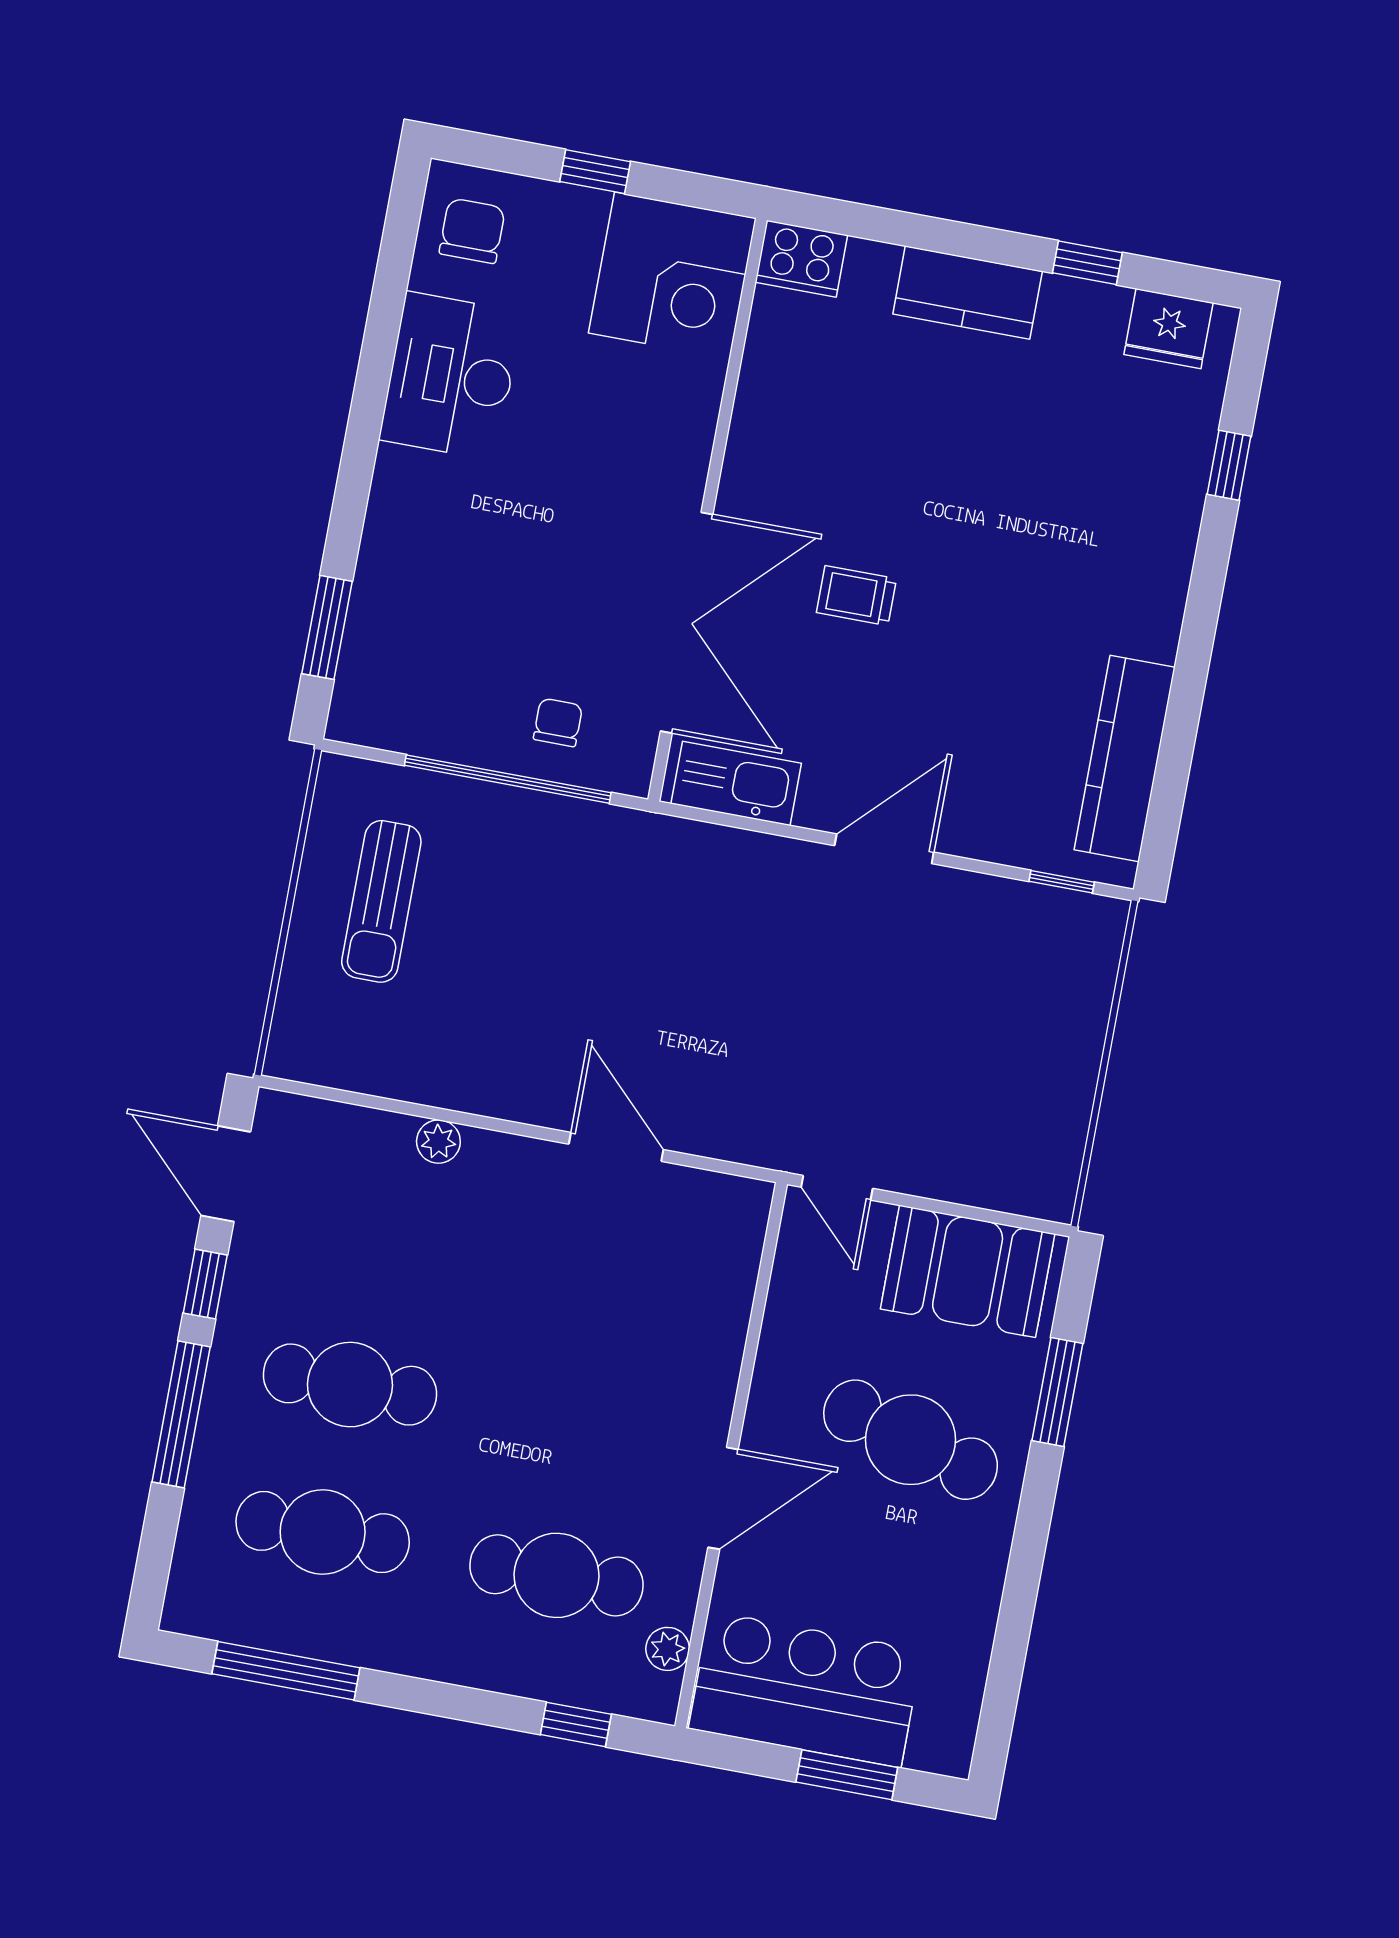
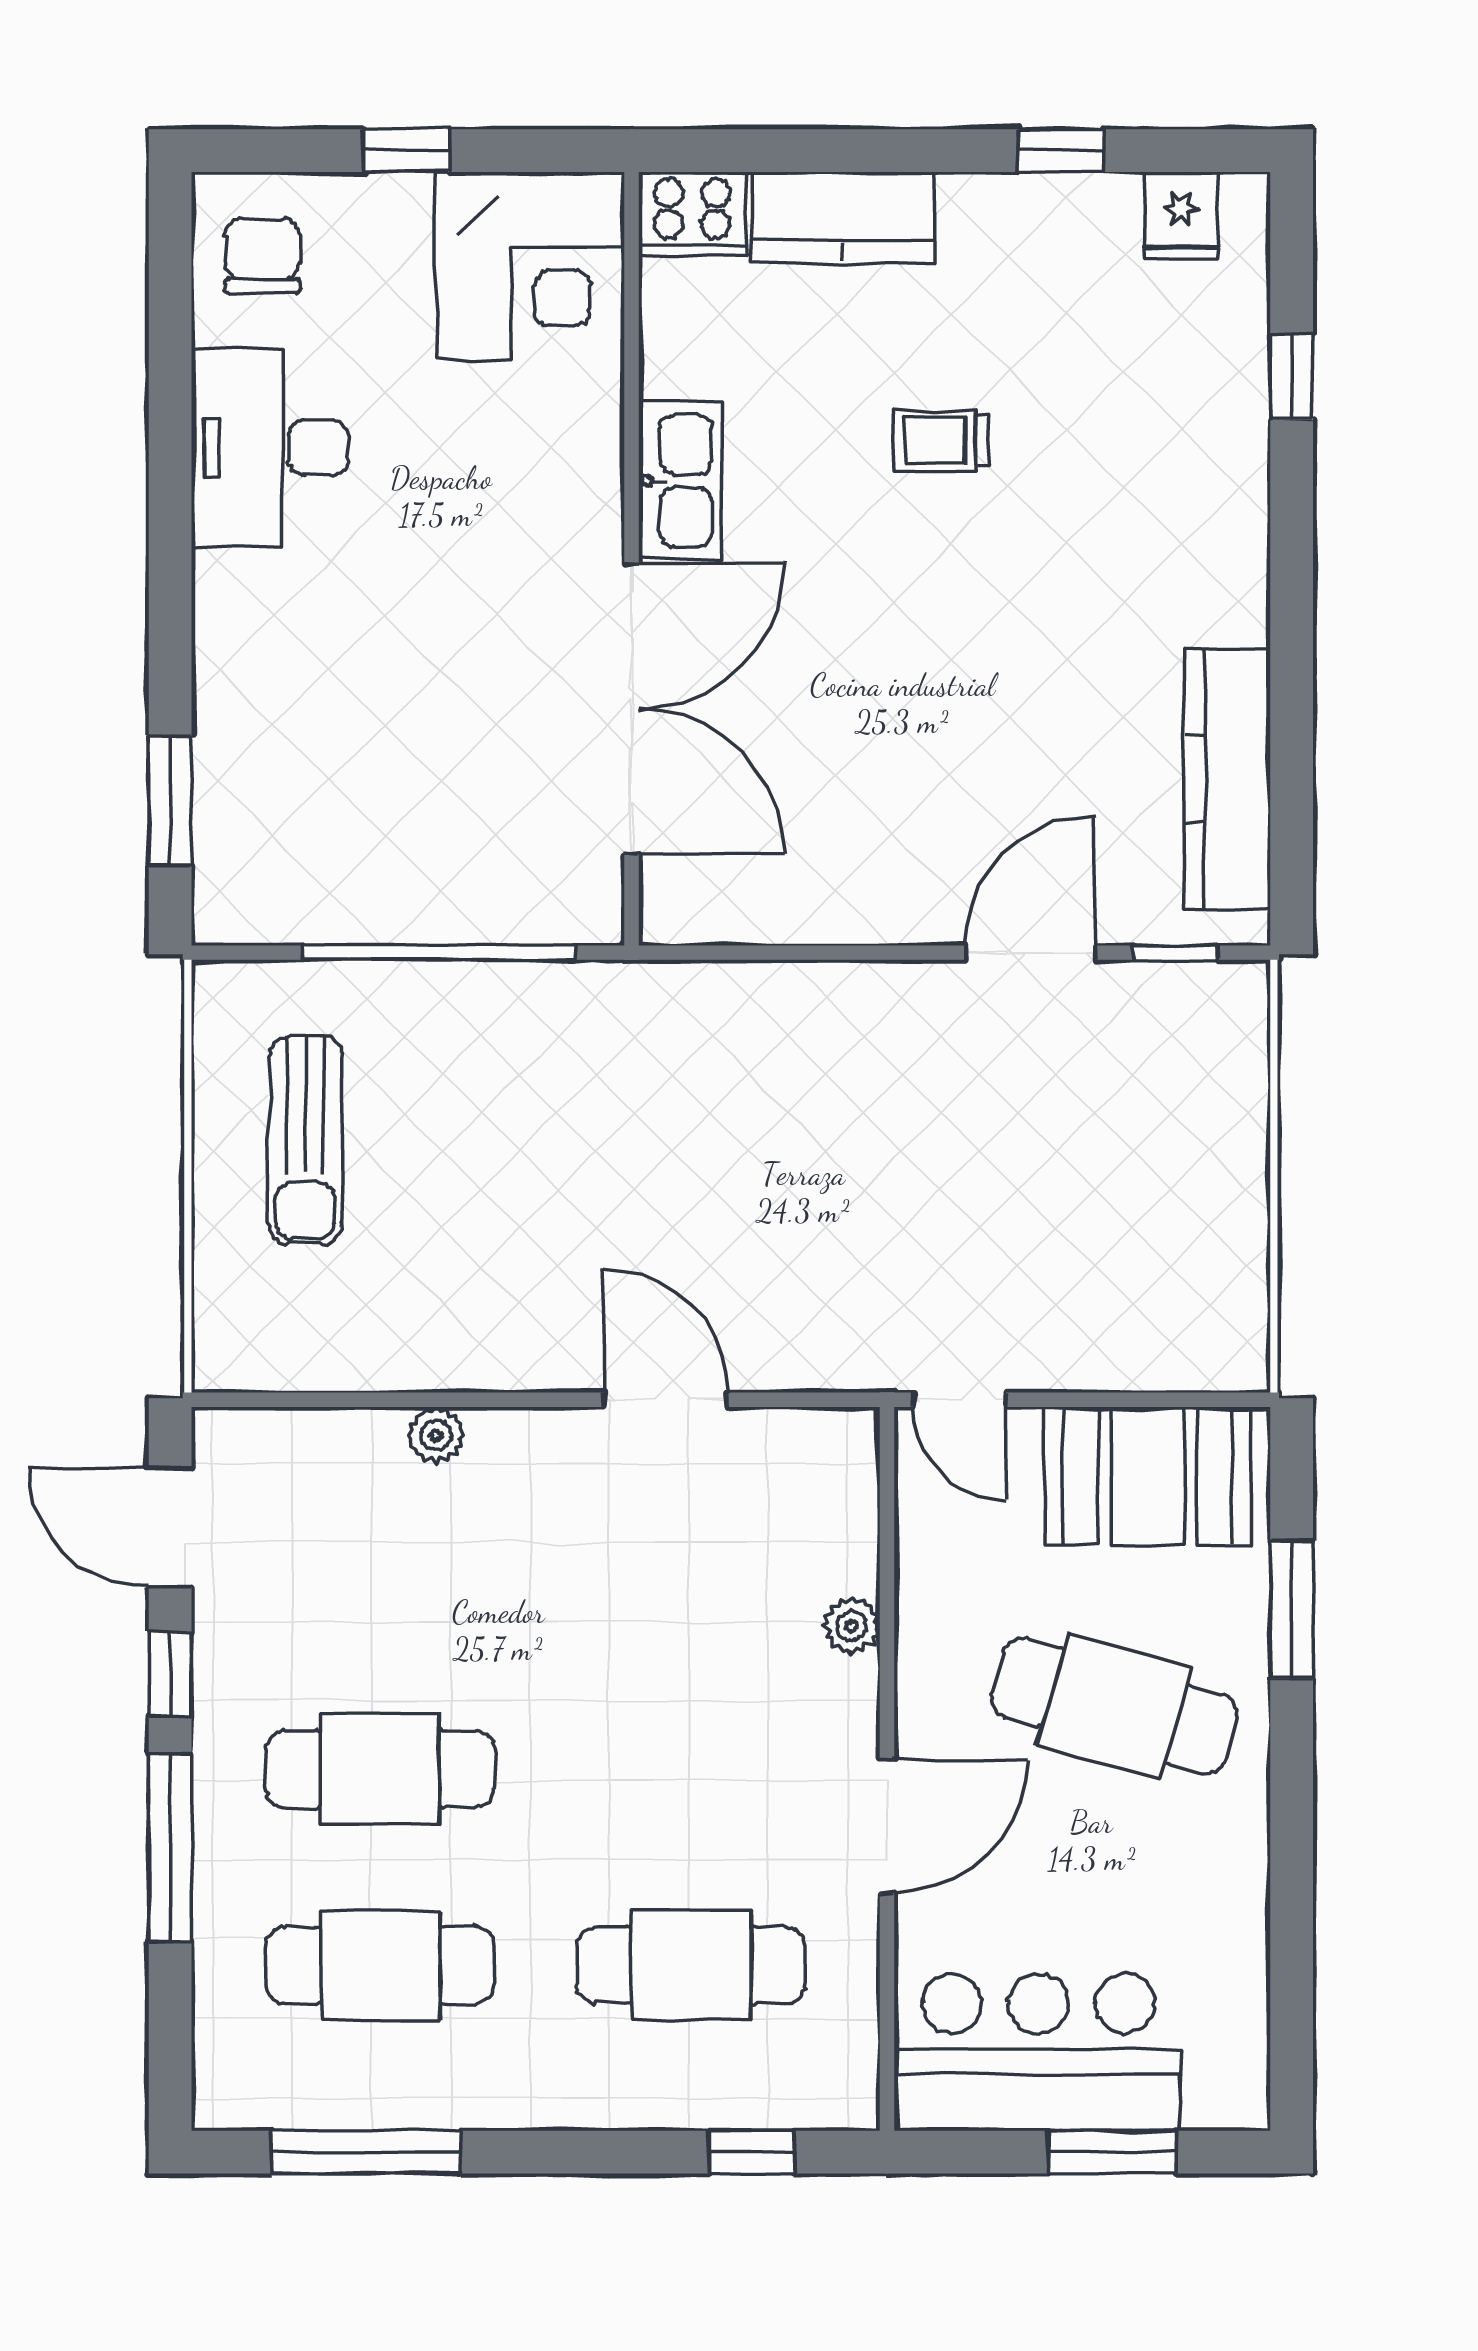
kitchen counter: (968, 293) -> (843, 217), moved
fridge: (1168, 329) -> (1181, 216), width x0.72
trolley: (856, 596) -> (941, 440), moved
chair: (558, 722) -> (490, 868), removed
kitchen sink: (736, 783) -> (680, 481), moved, turned 90
door: (884, 849) -> (1030, 953), moved
plant: (668, 1649) -> (852, 1626), moved

